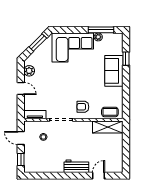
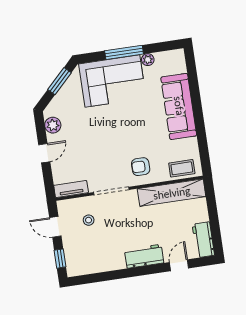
window: (101, 30) -> (124, 52), moved
window: (126, 59) -> (194, 86), removed
sofa: (114, 71) -> (179, 106), width x1.36
door: (21, 88) -> (44, 153), hinge flipped
shelving: (108, 127) -> (172, 193), width x1.47
workbench: (117, 161) -> (203, 240), added

